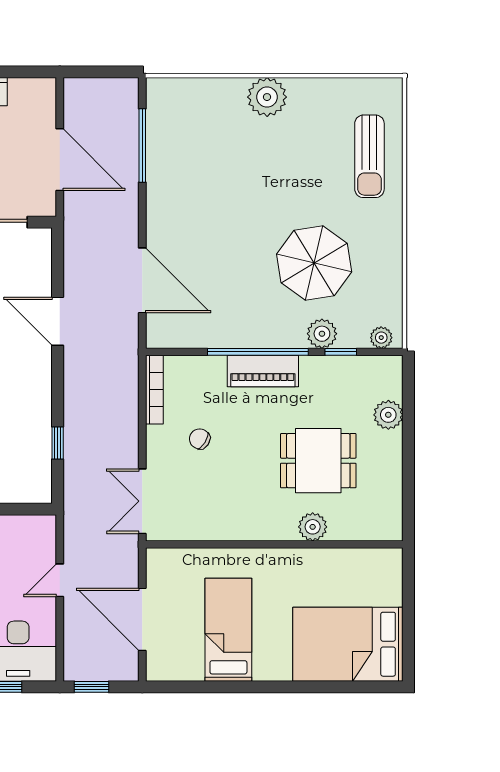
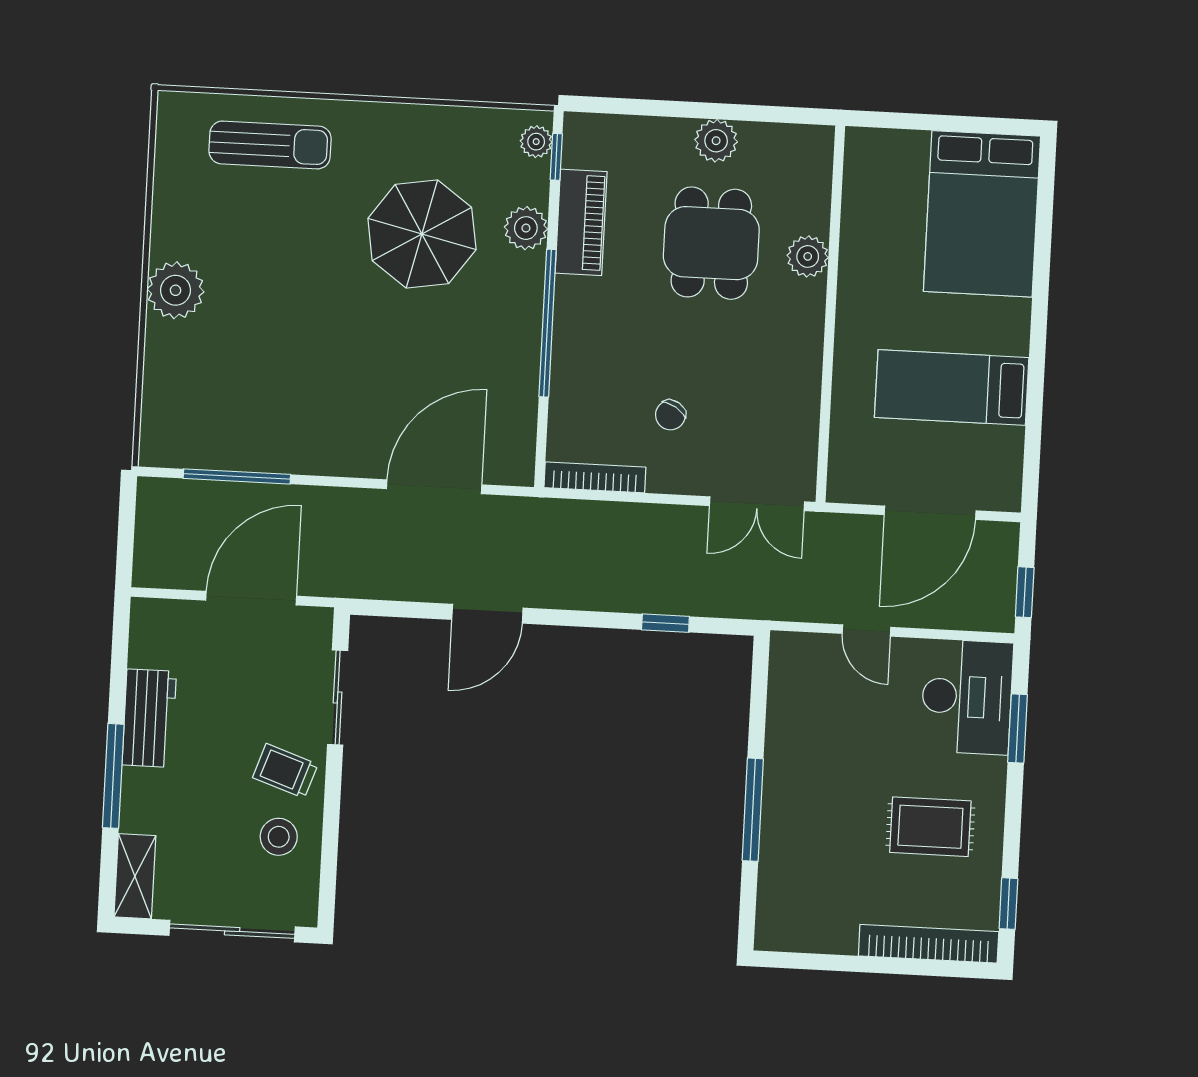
window: (341, 352) -> (556, 157), moved
piano: (263, 371) -> (581, 222), moved
plant: (388, 415) -> (716, 141), moved

